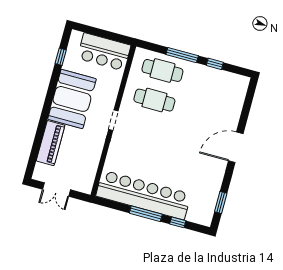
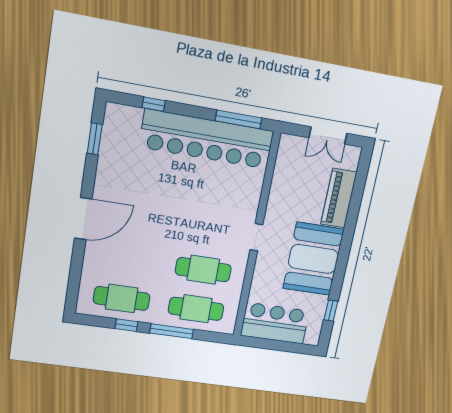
cafe table: (216, 85) -> (122, 298), added
double door: (56, 189) -> (328, 136), swing flipped
window: (146, 214) -> (239, 119), moved

